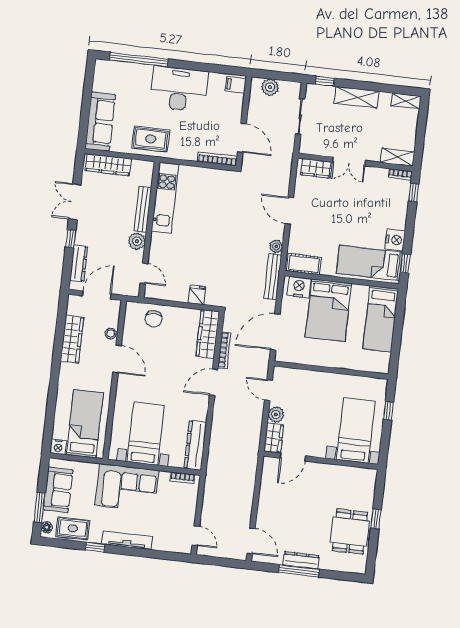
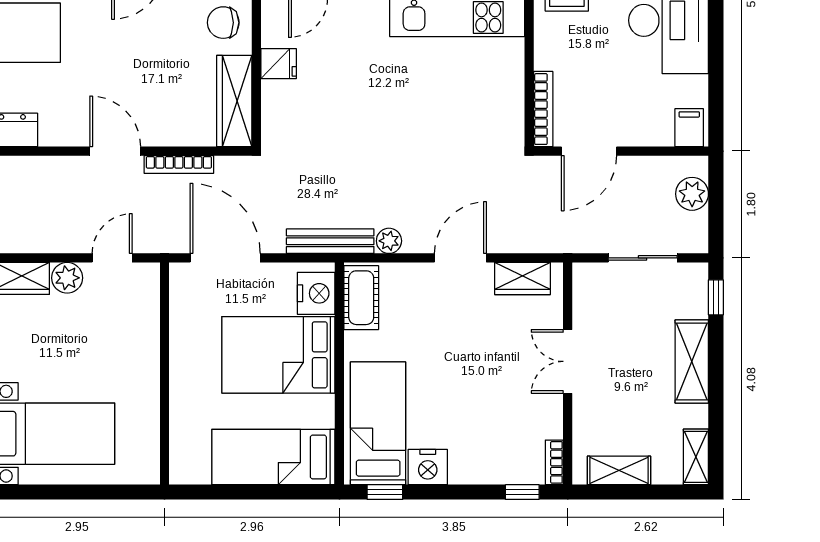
shelving: (397, 157) -> (619, 470), moved, turned 90
wardrobe: (316, 168) -> (523, 278), moved, turned -90
fridge: (197, 295) -> (279, 64), moved
wardrobe: (208, 334) -> (234, 101), moved, turned -90
window: (388, 411) -> (99, 492), removed

